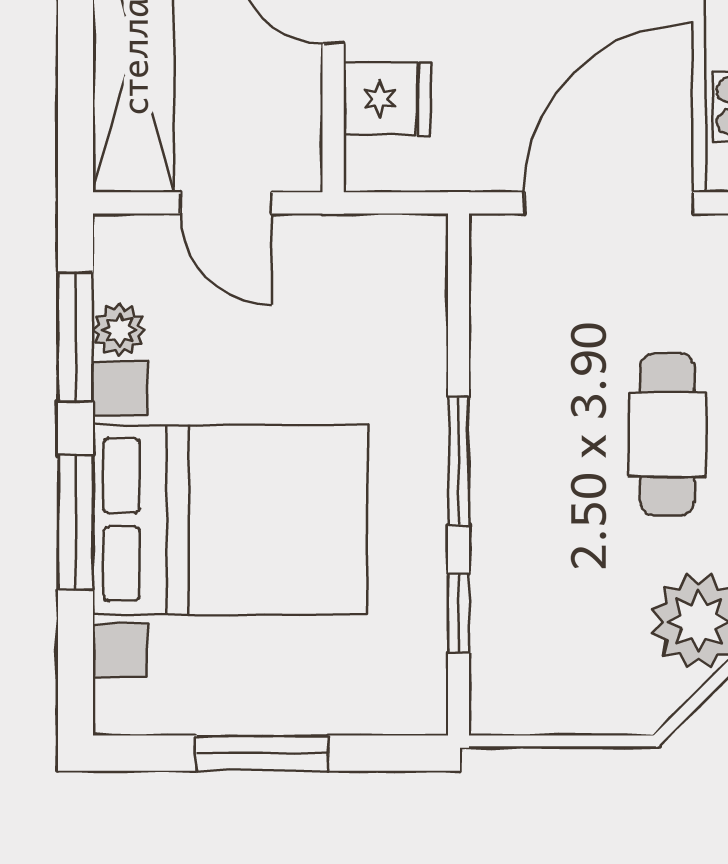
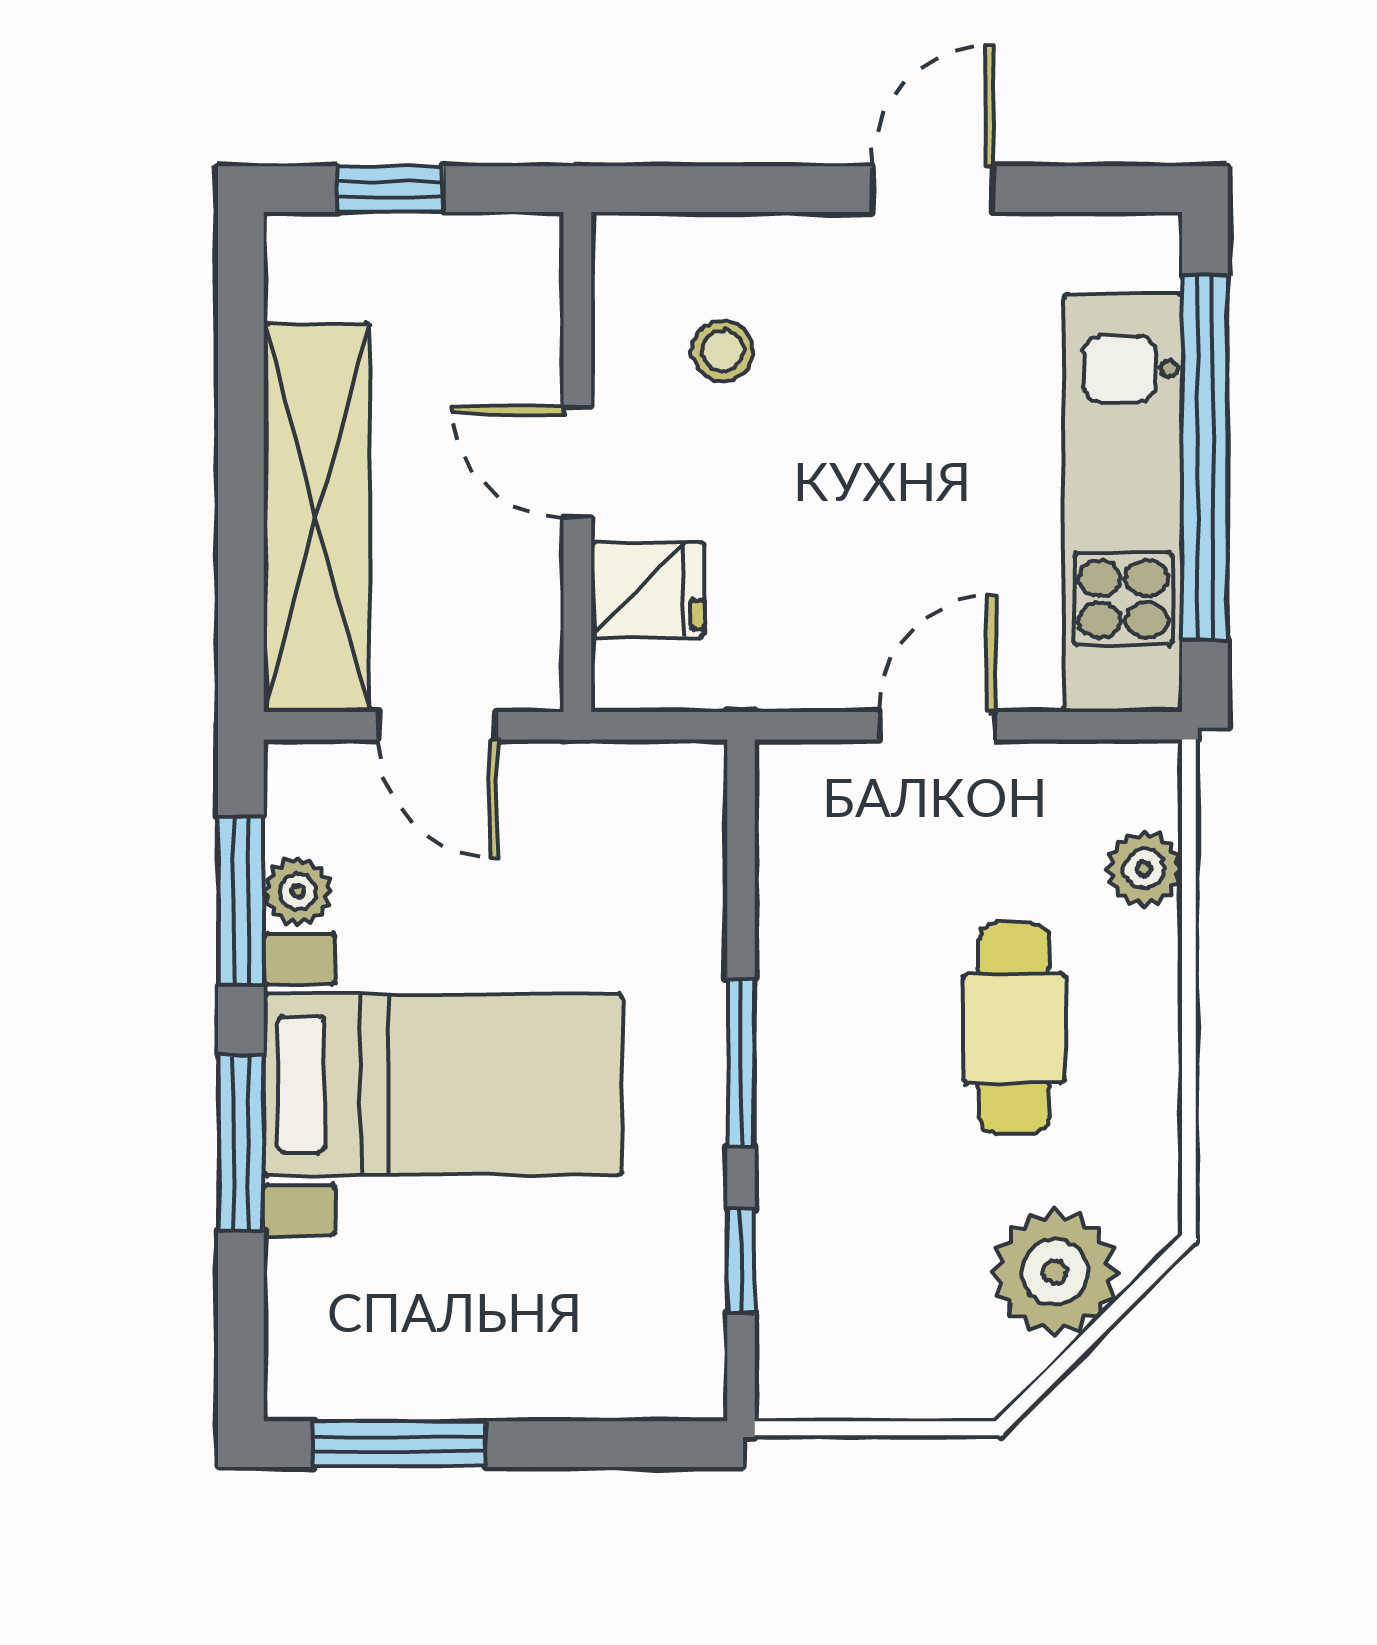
door: (609, 203) -> (937, 726), width x0.53
bed with nightstands: (230, 520) -> (443, 1085), width x0.73
window: (262, 753) -> (399, 1444), moved

